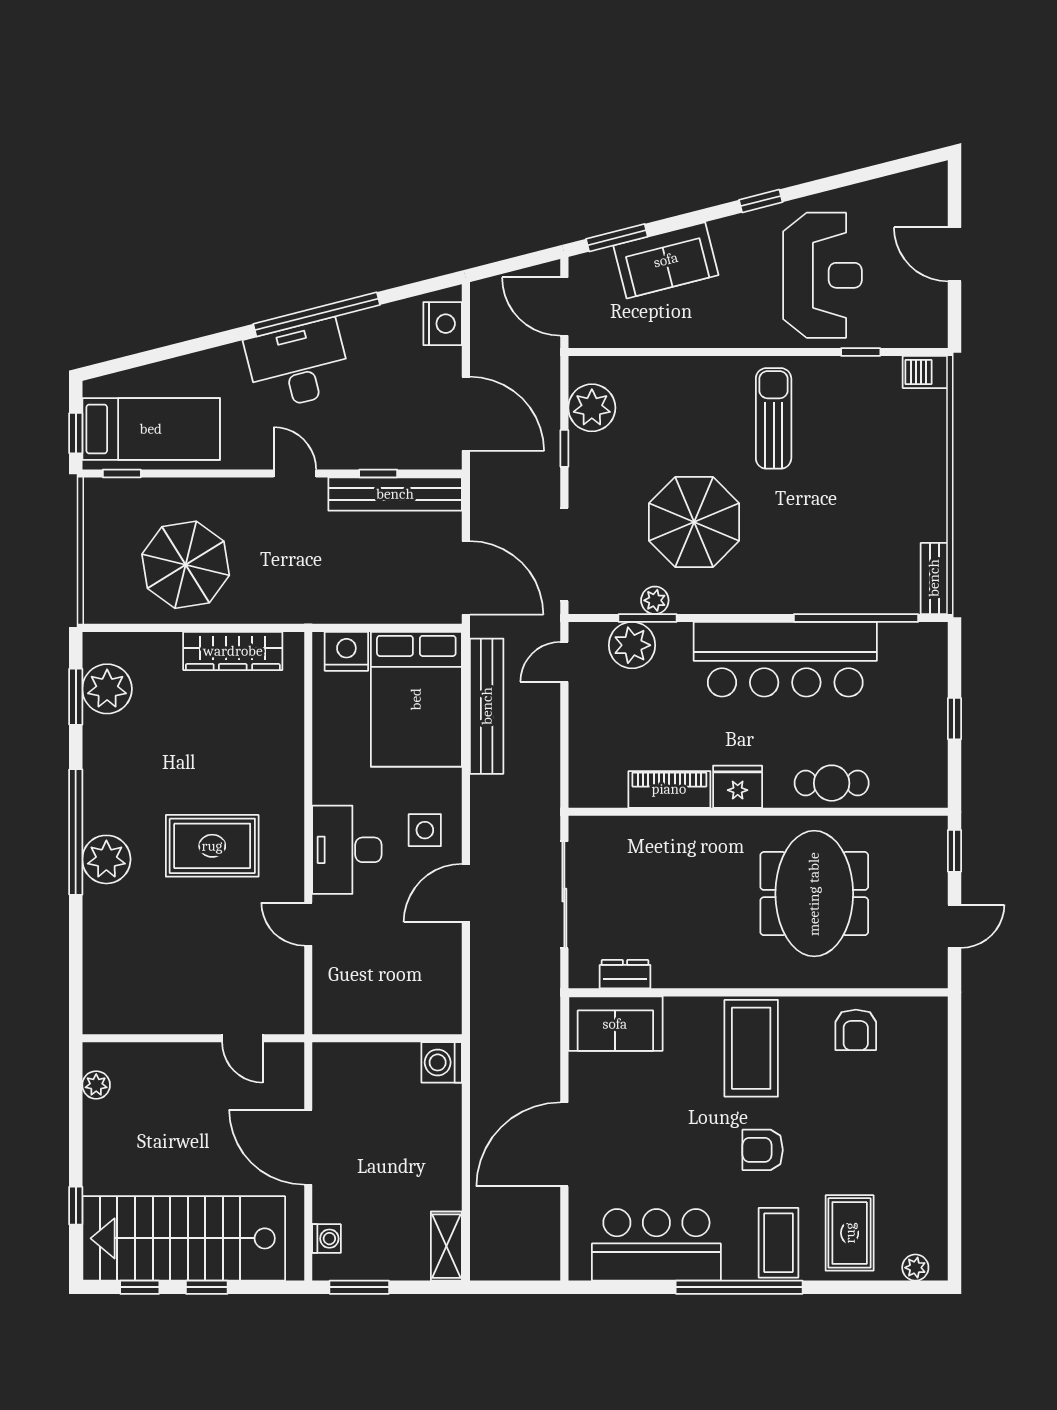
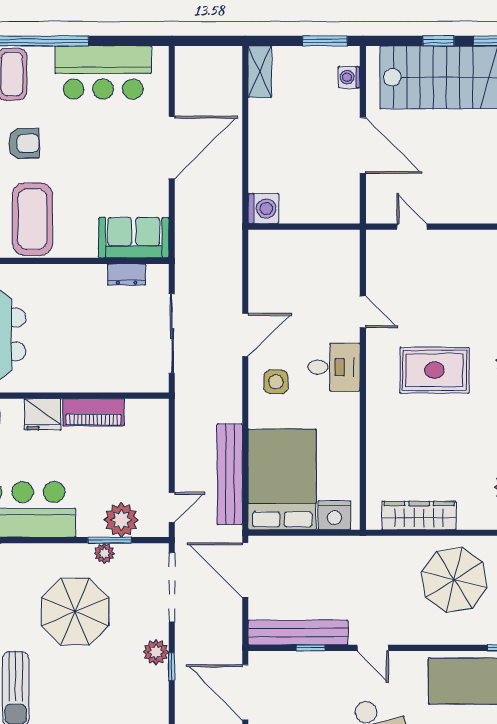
plant: (592, 408) -> (156, 652), moved, width x0.73, depth x0.73
desk: (347, 850) -> (334, 367), width x0.73

